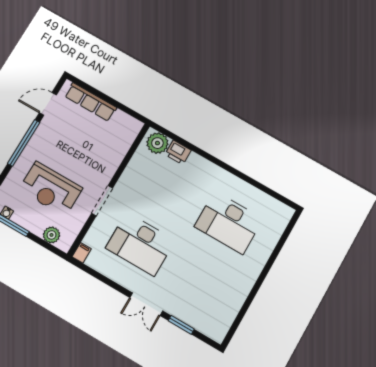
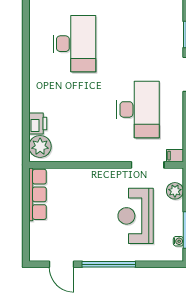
row of seats: (91, 102) -> (38, 194), moved
reception desk: (51, 189) -> (136, 216), turned 180
doorway: (102, 201) -> (148, 165), moved

